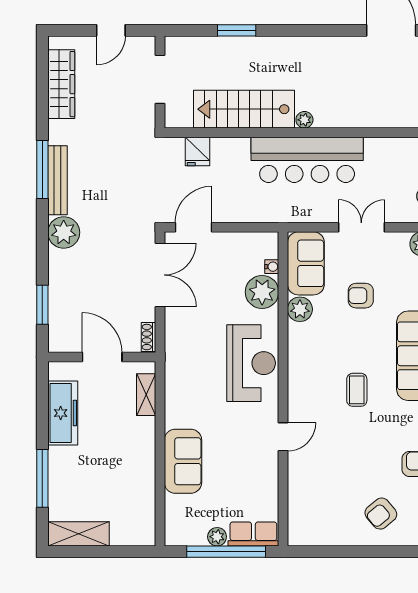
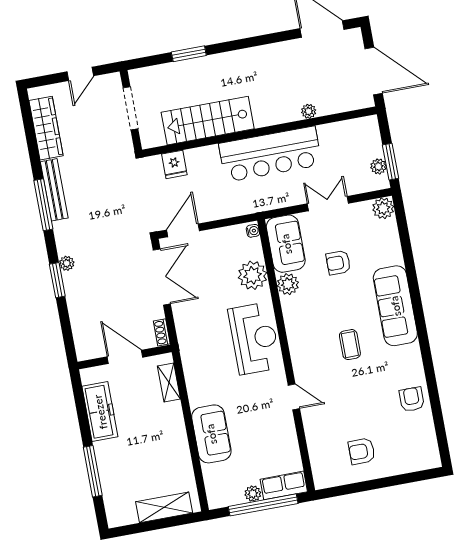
plant: (304, 120) -> (309, 111), moved
bench: (57, 180) -> (54, 190), moved
plant: (64, 232) -> (67, 263), width x0.53, depth x0.53
water cooler: (272, 267) -> (253, 231), moved
window: (42, 305) -> (57, 280), moved
door: (283, 437) -> (294, 397), hinge flipped
armchair: (381, 514) -> (362, 451), moved, turned 40
shelving: (78, 534) -> (164, 507), moved

